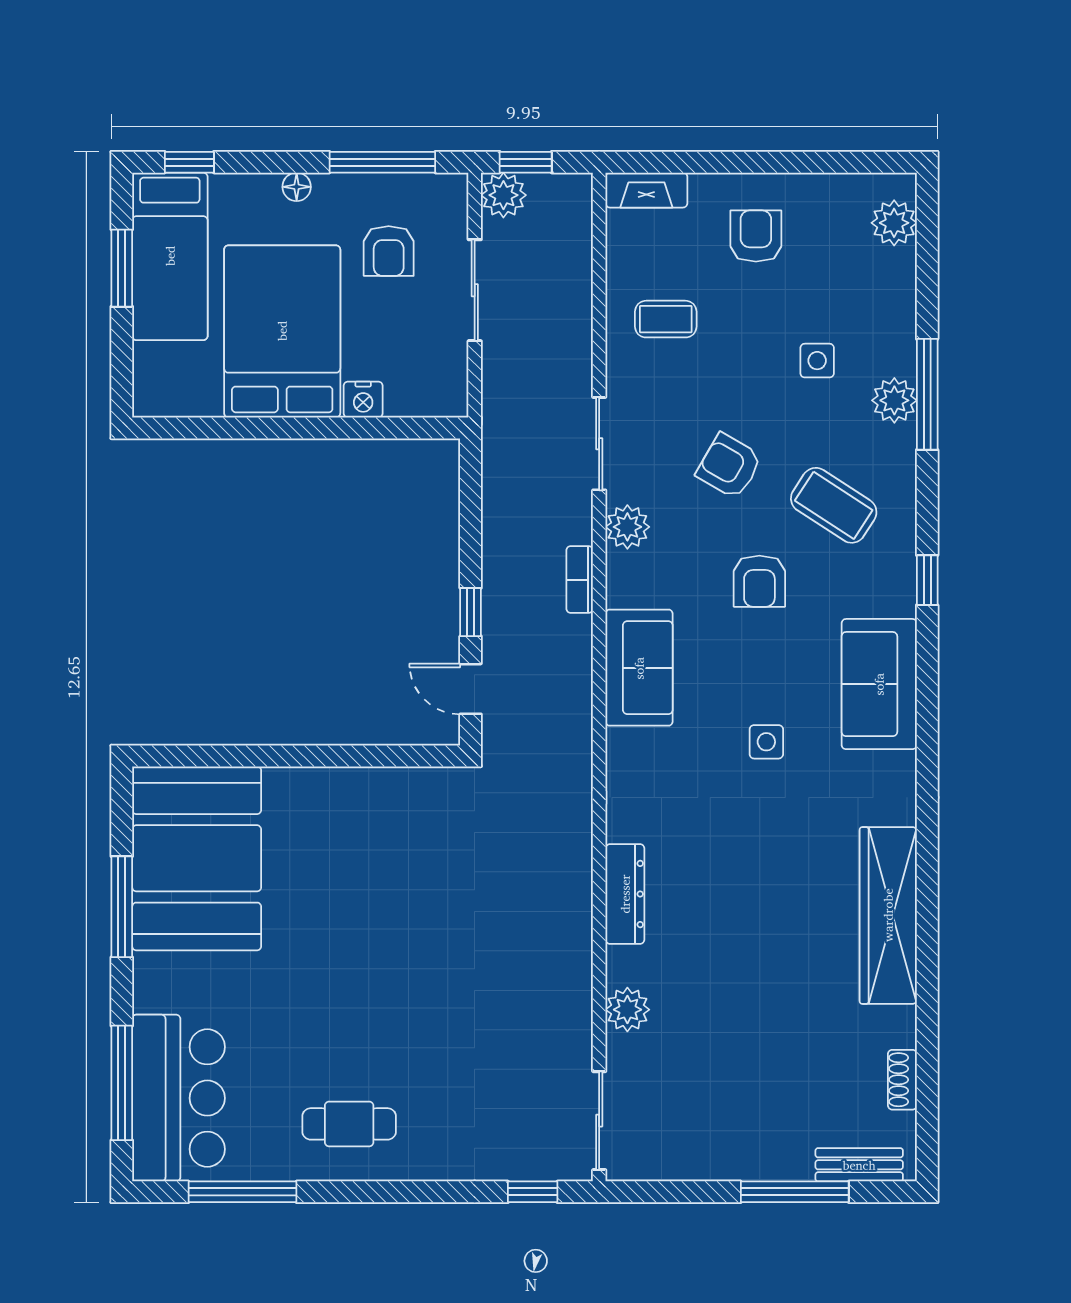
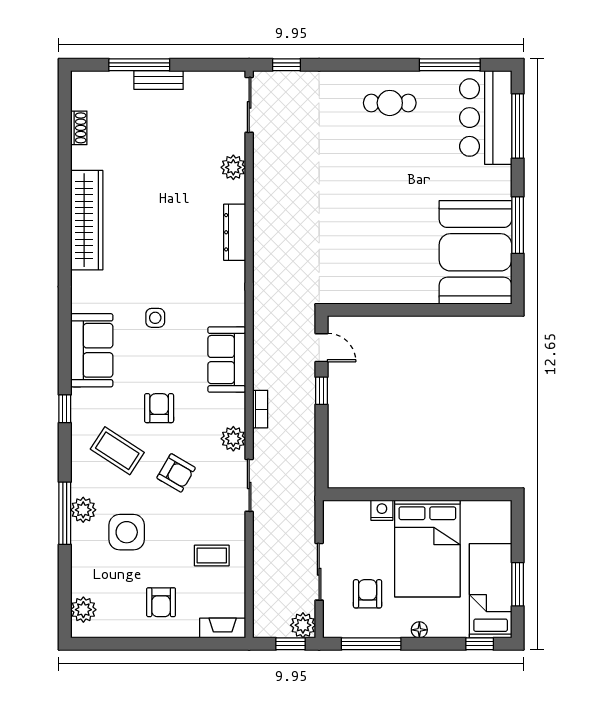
side table: (817, 361) -> (127, 532), width x1.87, depth x1.87
bench: (859, 1165) -> (159, 80), moved

